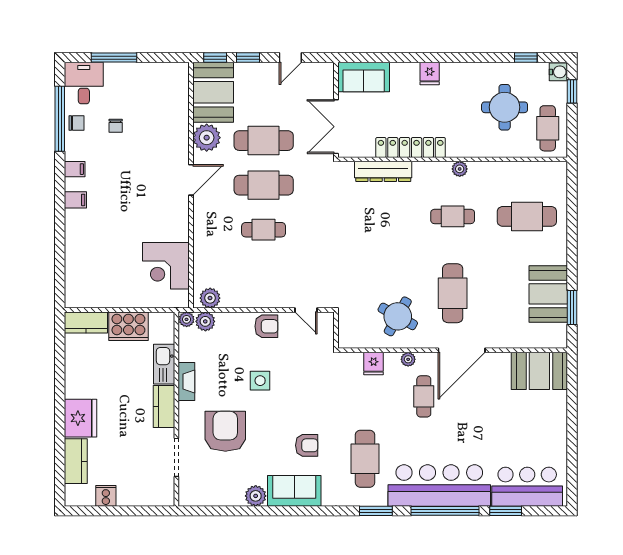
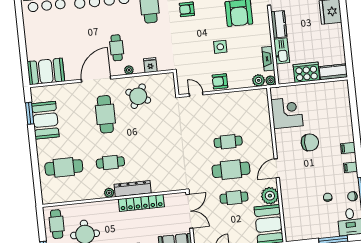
cafe table: (264, 141) -> (234, 198), width x0.73, depth x0.74
dresser: (383, 171) -> (133, 189), moved
chair: (135, 215) -> (310, 142), added
plant: (210, 298) -> (257, 95), removed
fireplace: (186, 382) -> (268, 59), moved

